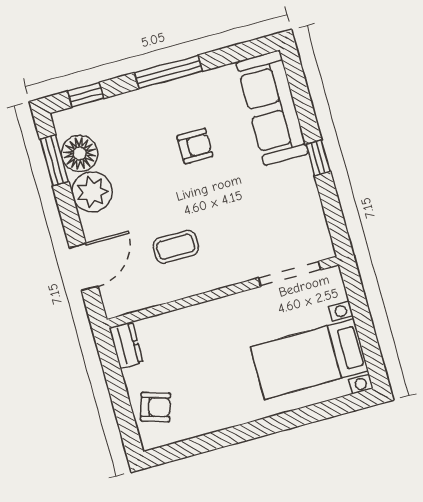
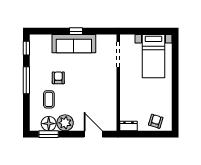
window: (86, 95) -> (26, 48), moved
sofa: (272, 108) -> (74, 44), moved
coffee table: (176, 247) -> (49, 99), moved

